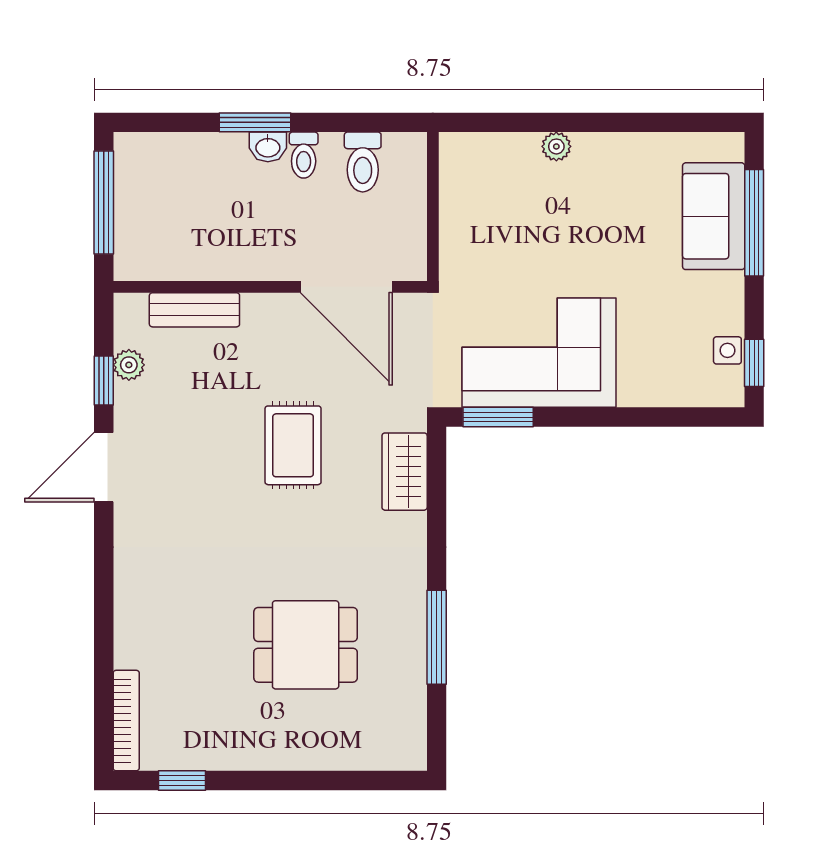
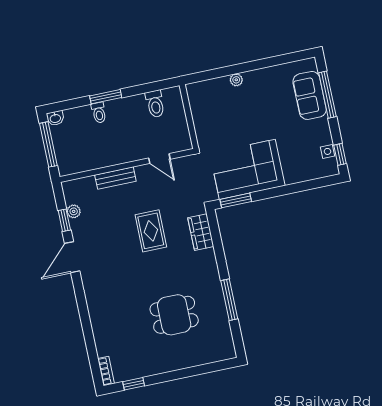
washbasin: (268, 147) -> (55, 118), moved
toilet: (304, 155) -> (99, 113), moved
door: (346, 287) -> (159, 159), width x0.53
bench: (194, 310) -> (115, 178), moved
bookcase: (126, 721) -> (106, 371), width x0.64

